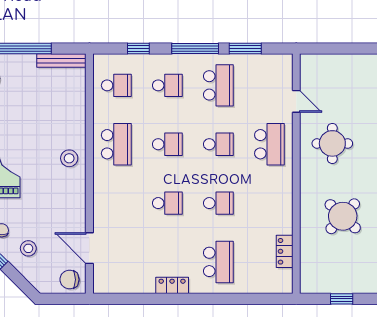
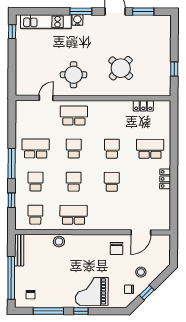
window: (245, 49) -> (12, 131), removed
stool: (69, 158) -> (59, 242), moved
chair: (70, 280) -> (116, 248), moved

